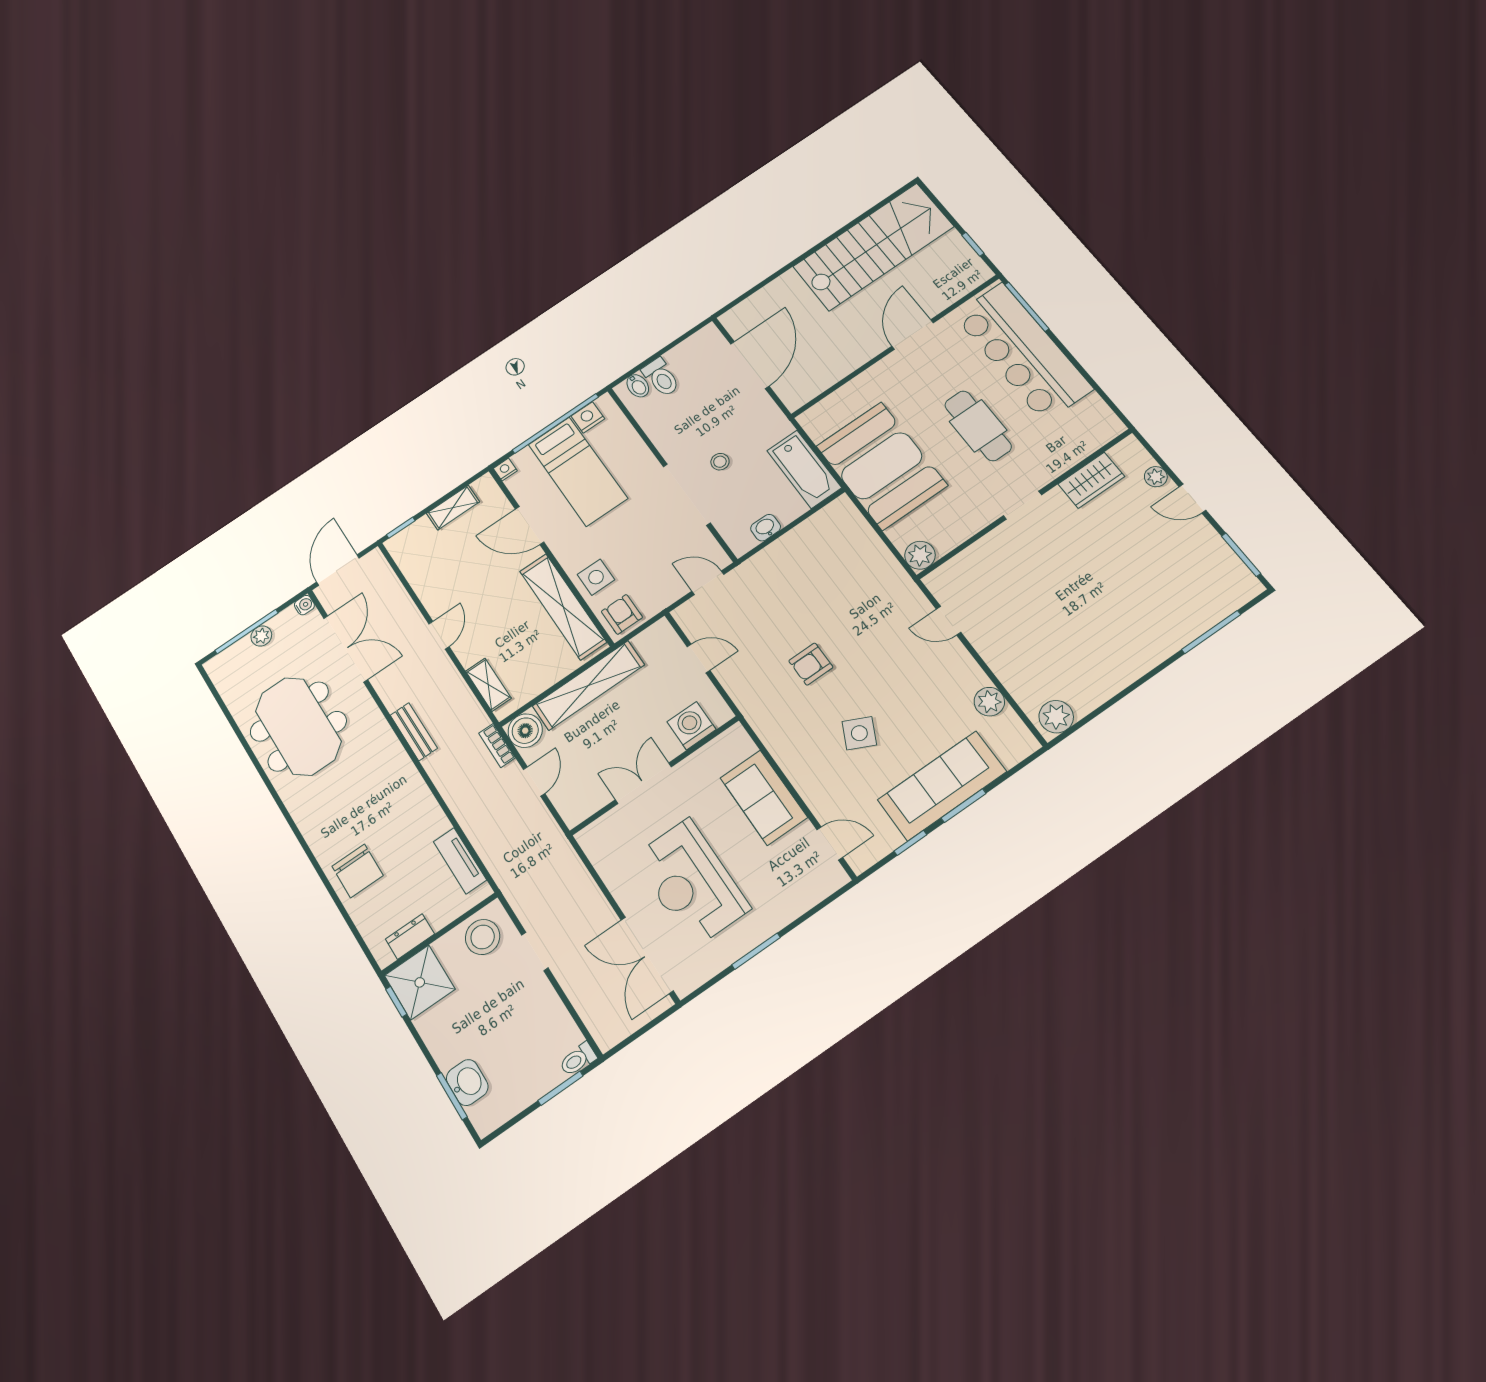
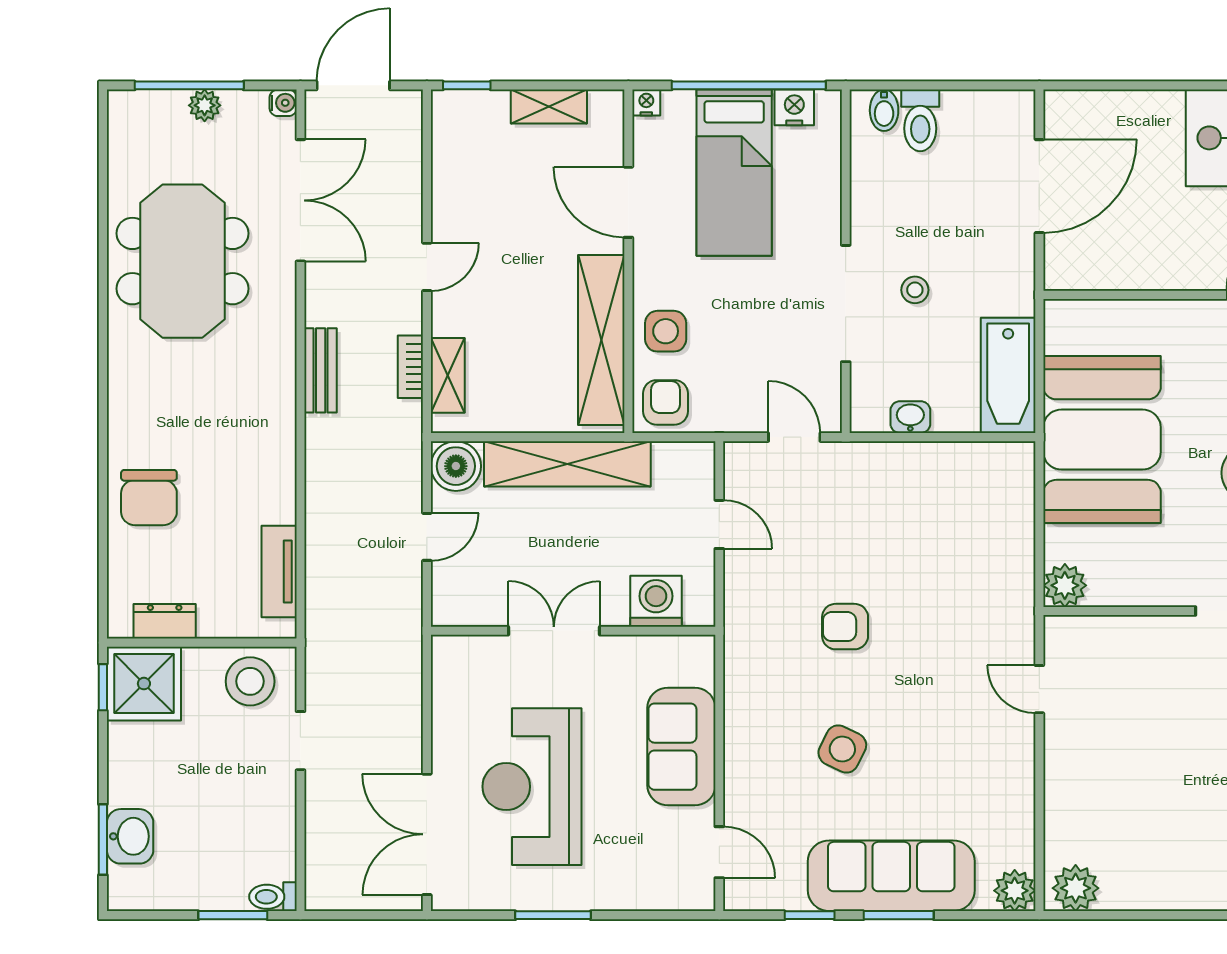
plant: (989, 702) -> (1015, 891), moved
bookcase: (497, 745) -> (410, 367), moved

